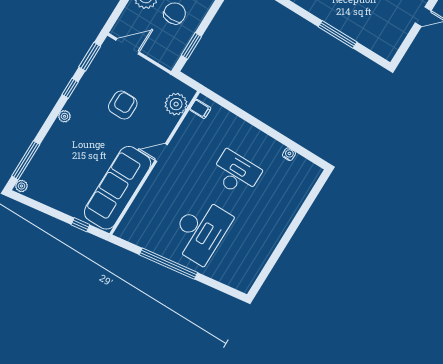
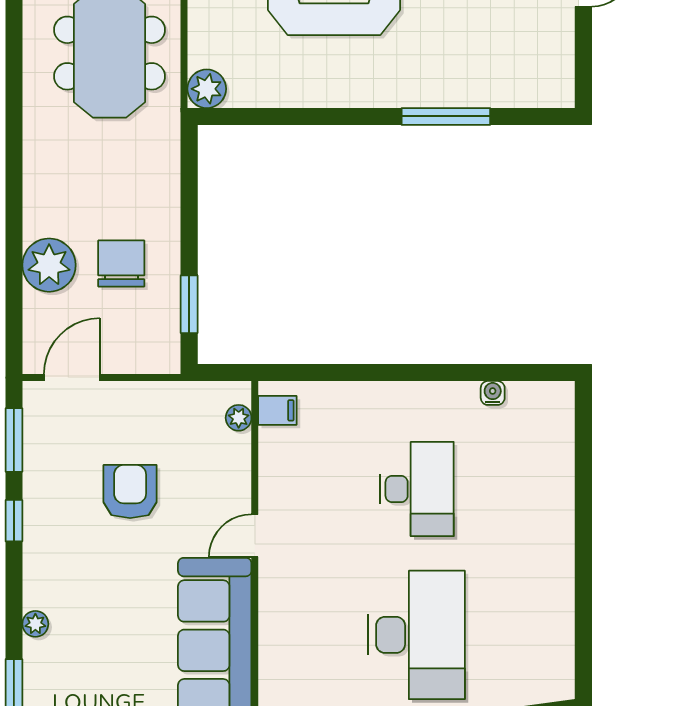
plant: (176, 104) -> (239, 418), width x0.53, depth x0.53
plant: (64, 116) -> (35, 624), moved
desk: (236, 173) -> (417, 489), turned 90

